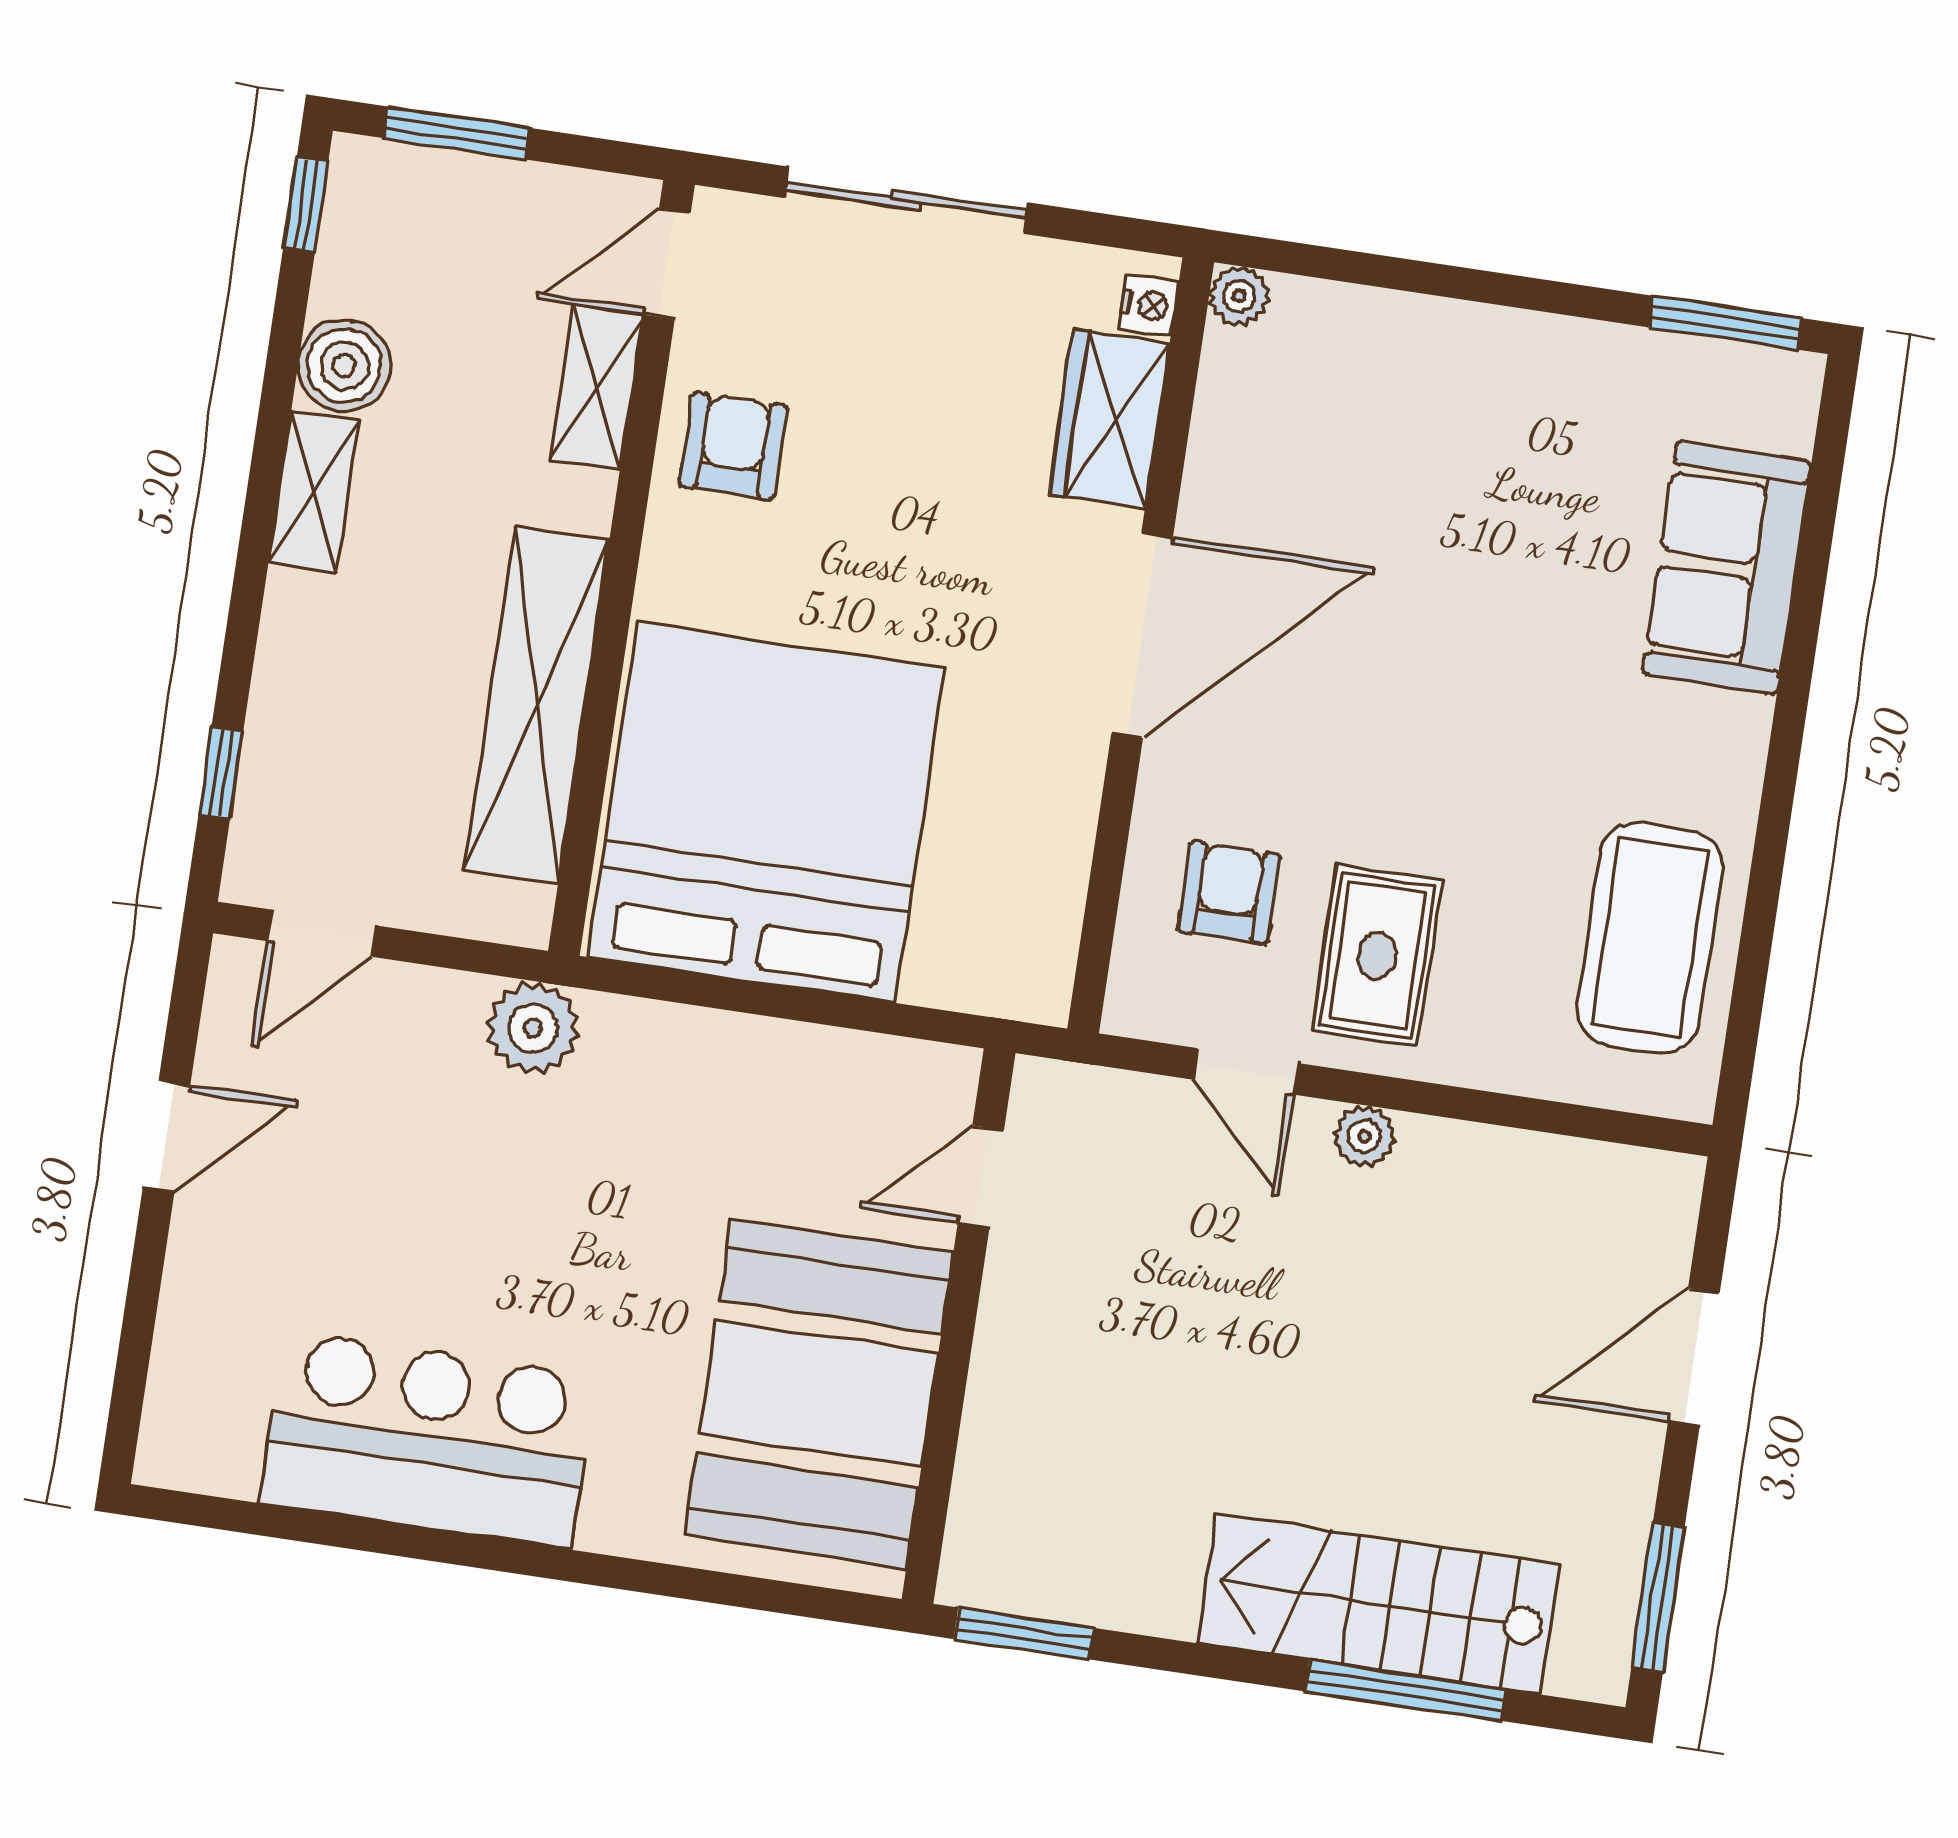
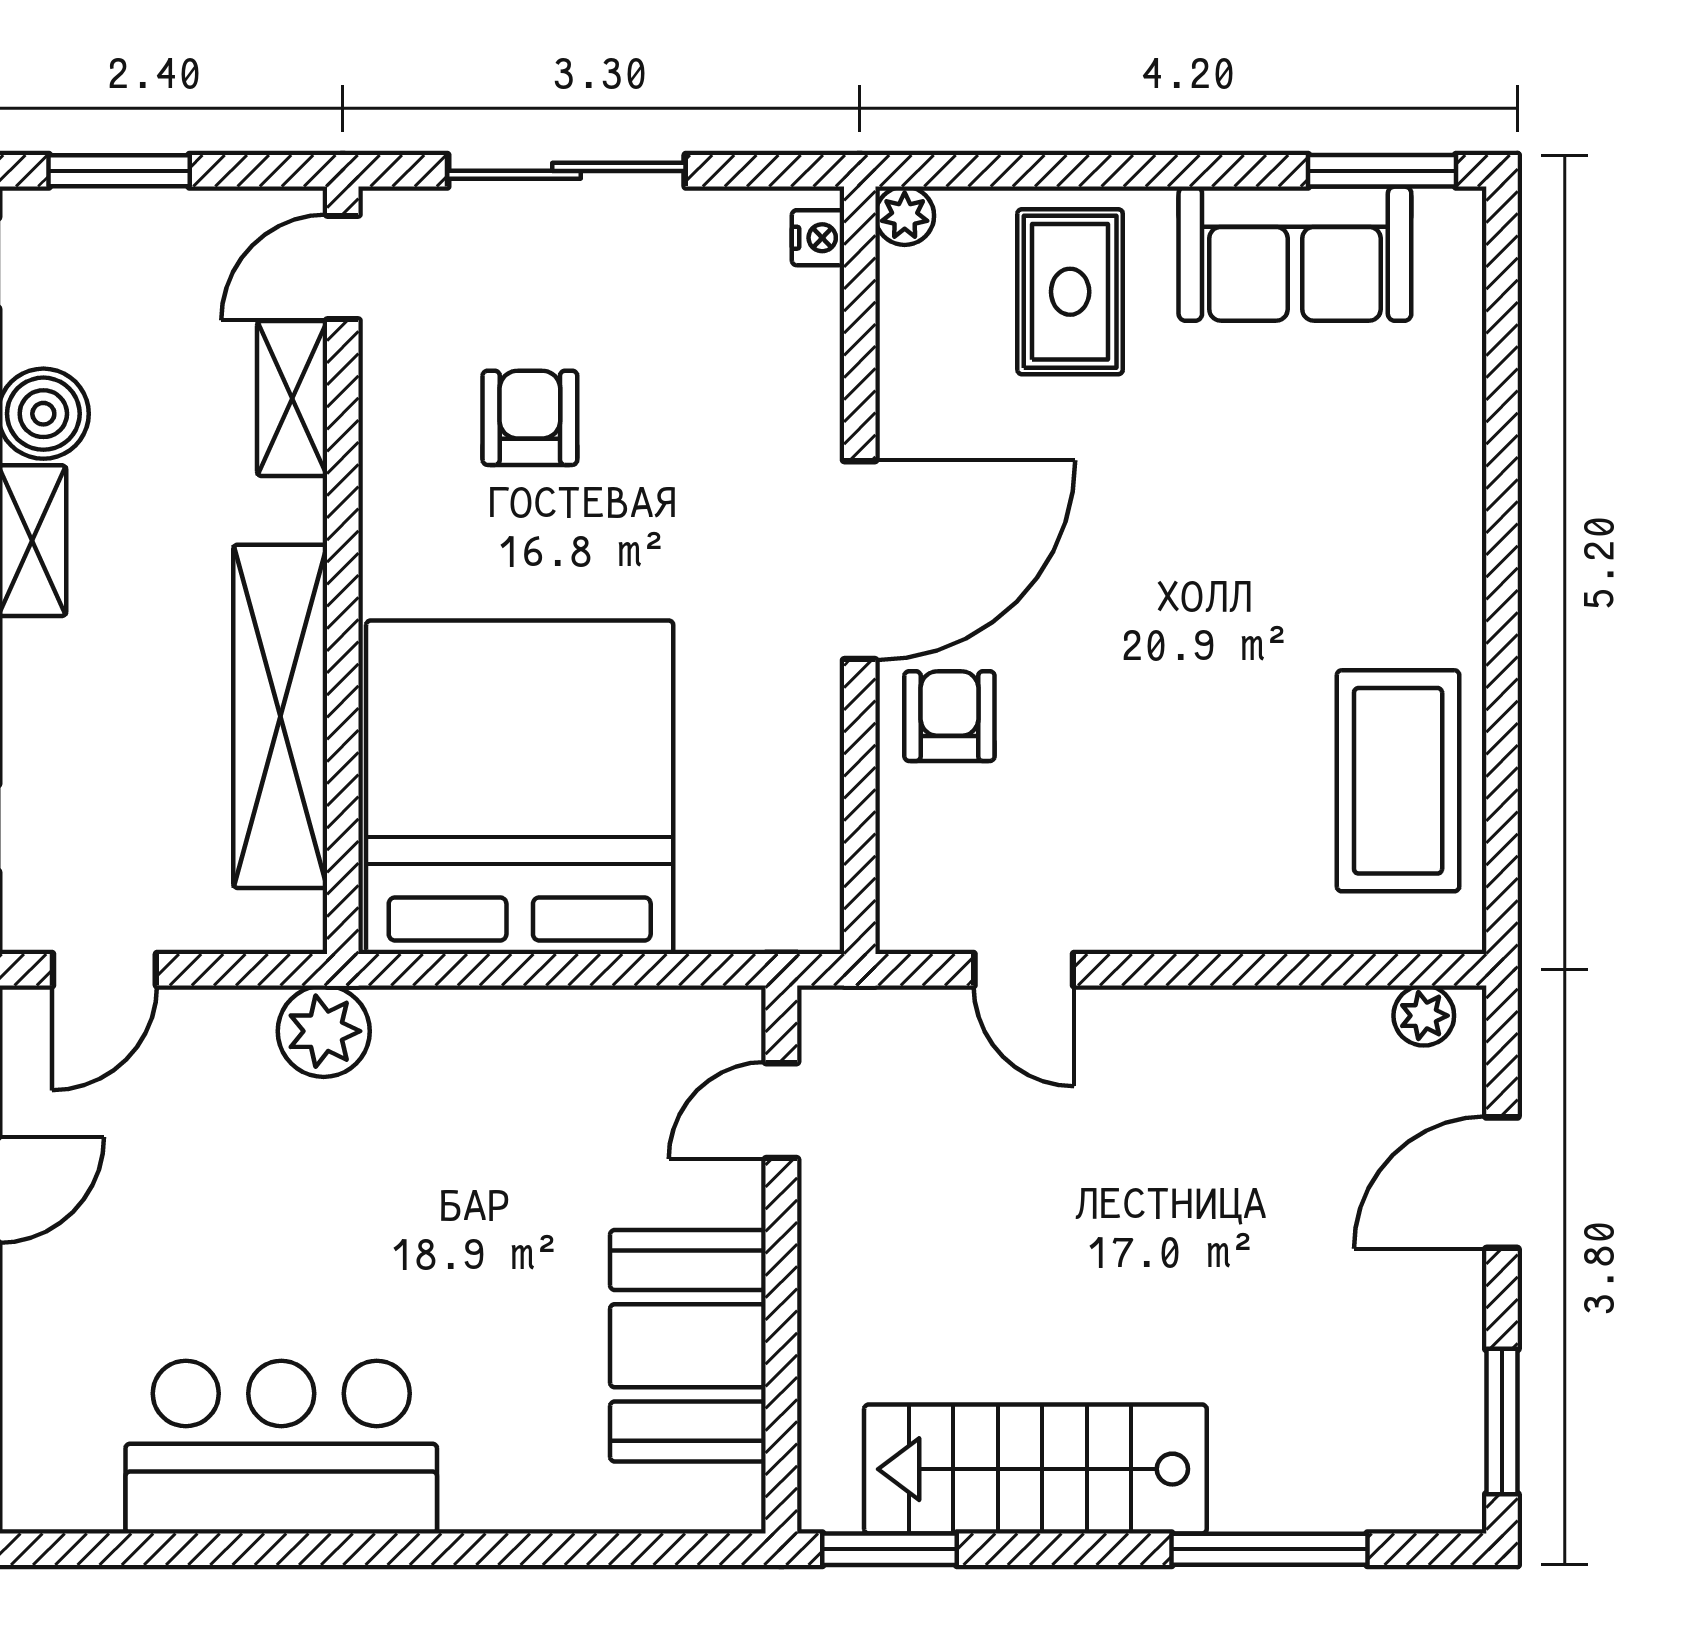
wardrobe: (1109, 419) -> (796, 354), removed
armchair: (733, 446) -> (530, 418), moved
sofa: (1727, 568) -> (1295, 254), moved, turned -90
armchair: (1229, 893) -> (949, 716), moved
rug: (1377, 956) -> (1070, 292), moved
plant: (1364, 1136) -> (1424, 1016), moved
booth: (819, 1394) -> (688, 1346), width x0.73, depth x0.70
stairs: (1378, 1604) -> (1035, 1469), moved

